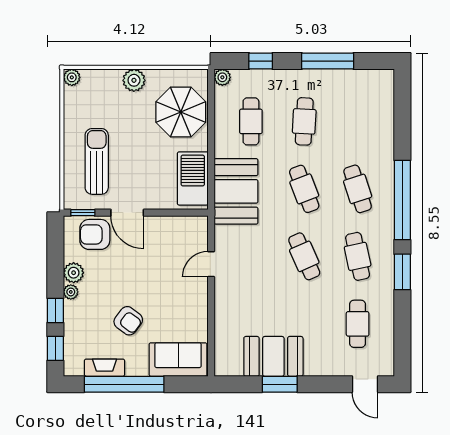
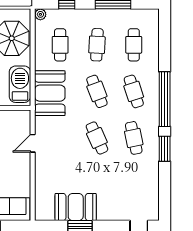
cafe table: (358, 324) -> (134, 45), moved

